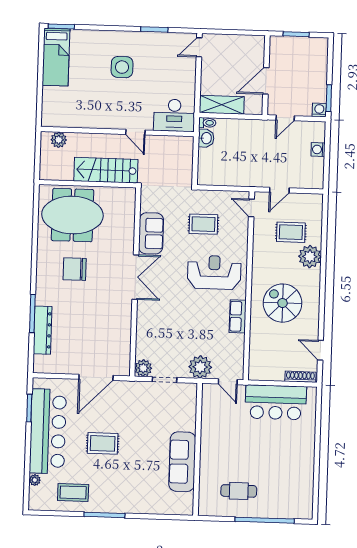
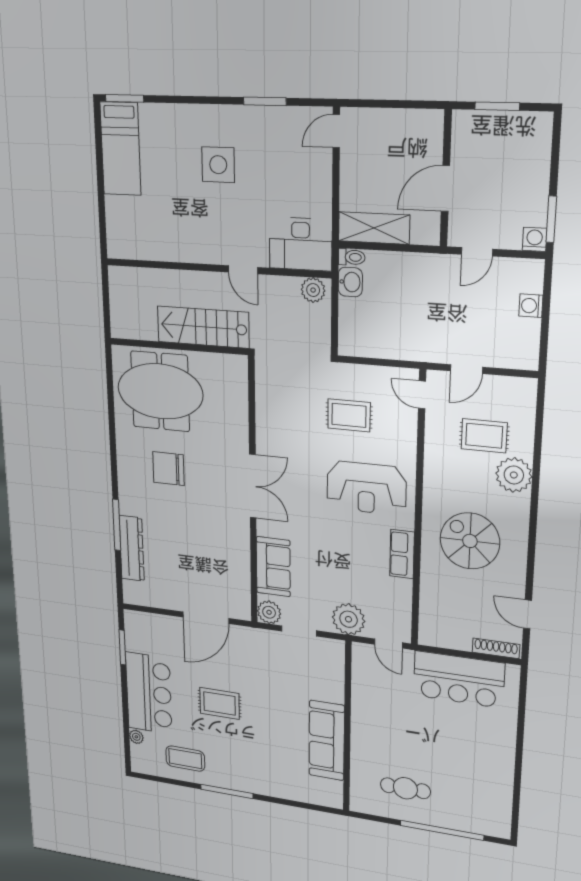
plant: (59, 140) -> (313, 290), moved
sofa: (151, 233) -> (273, 567), moved
reception desk: (214, 272) -> (366, 488), turned 180
bar counter: (48, 431) -> (149, 693), width x0.73

